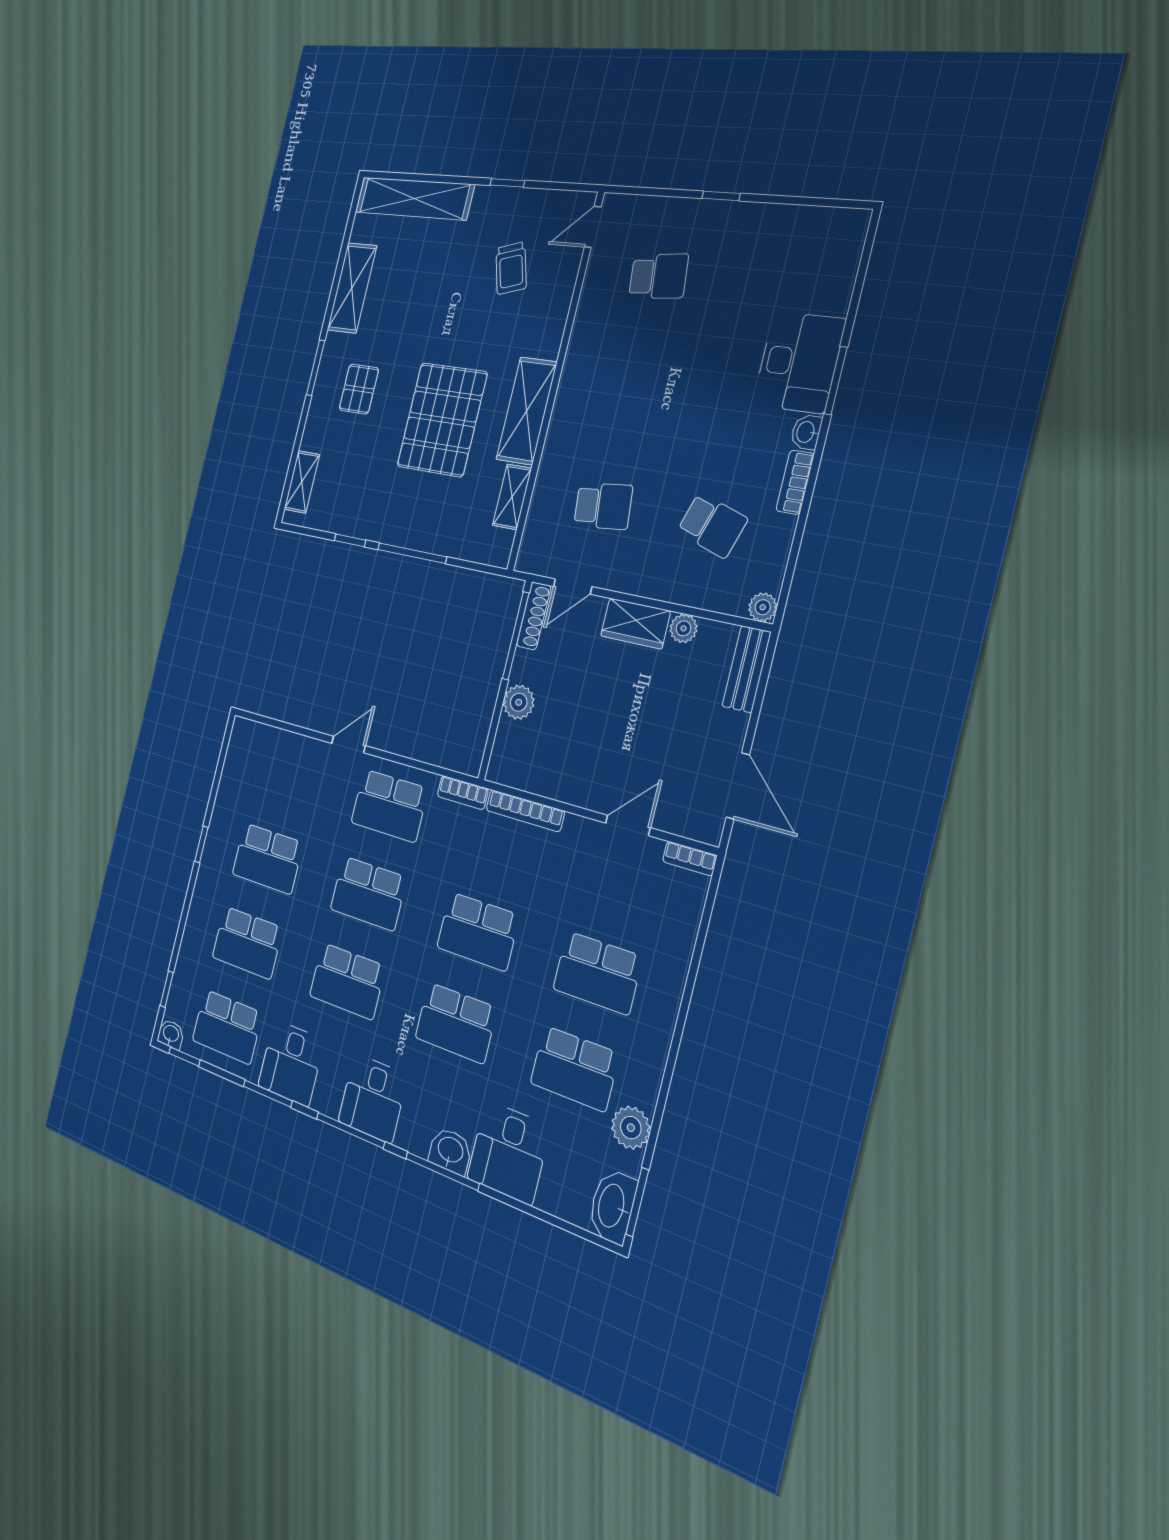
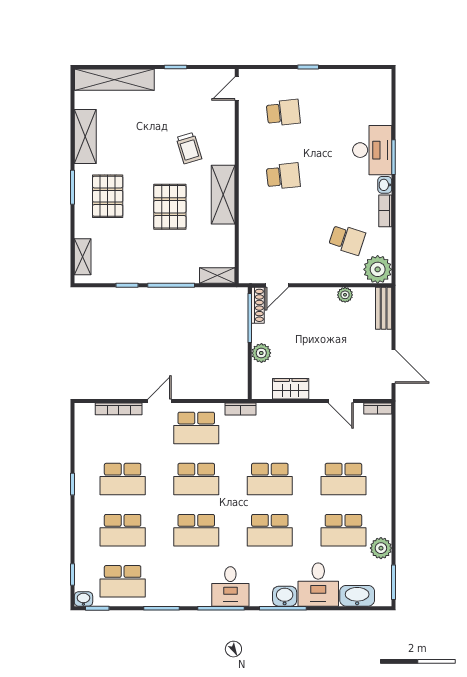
trolley: (511, 268) -> (189, 148), moved
pallet: (359, 389) -> (108, 196), width x1.50, depth x1.42
pallet: (442, 420) -> (170, 207), width x0.73, depth x0.71
shelving: (512, 497) -> (217, 275), moved, turned 90
school desk: (603, 506) -> (283, 176), moved
plant: (763, 607) -> (378, 269), width x1.88, depth x1.88
wardrobe: (635, 623) -> (291, 389), moved, turned 180
bookcase: (525, 811) -> (119, 409), moved
door: (628, 825) -> (341, 401), swing flipped
desk: (291, 1063) -> (172, 586), removed
washbasin: (612, 1206) -> (357, 596), moved, turned 90

